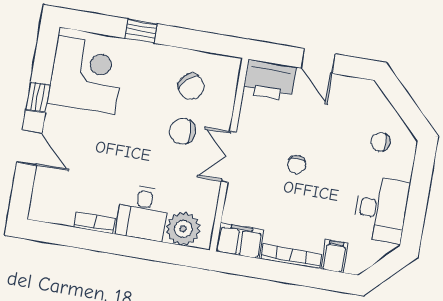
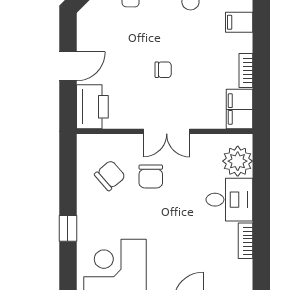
bookcase: (291, 256) -> (246, 70), width x0.64

